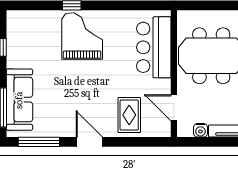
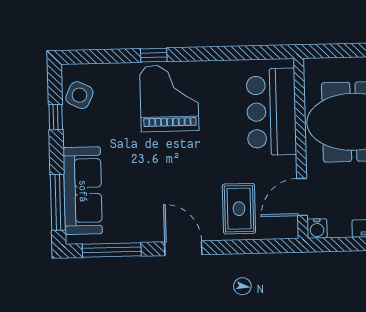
side table: (19, 32) -> (79, 95), added
door: (174, 108) -> (302, 197), hinge flipped
water cooler: (200, 130) -> (317, 229), moved

